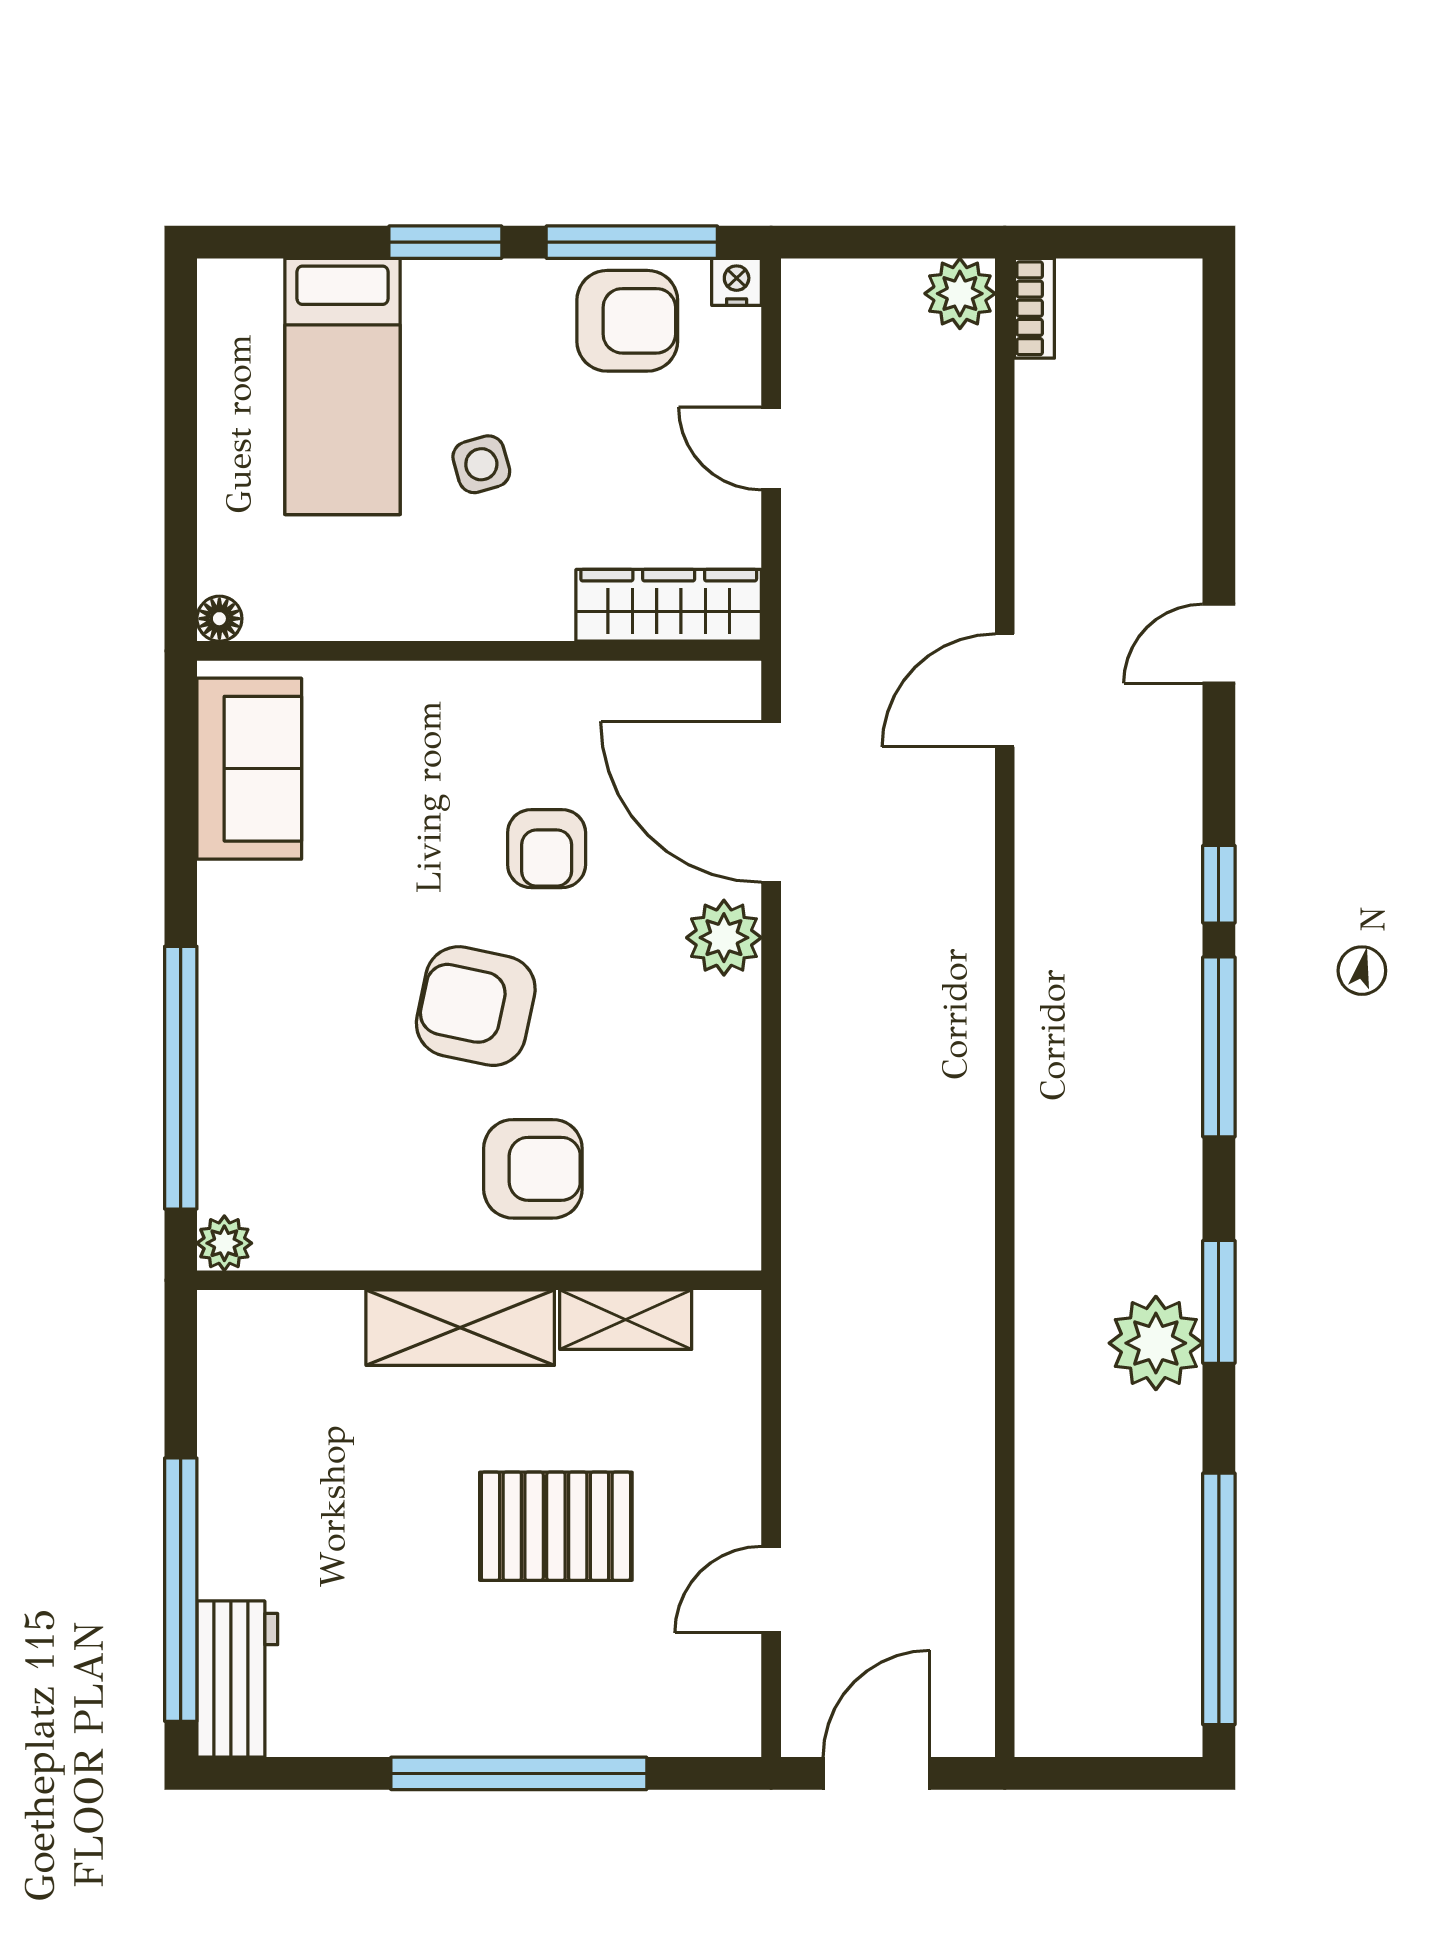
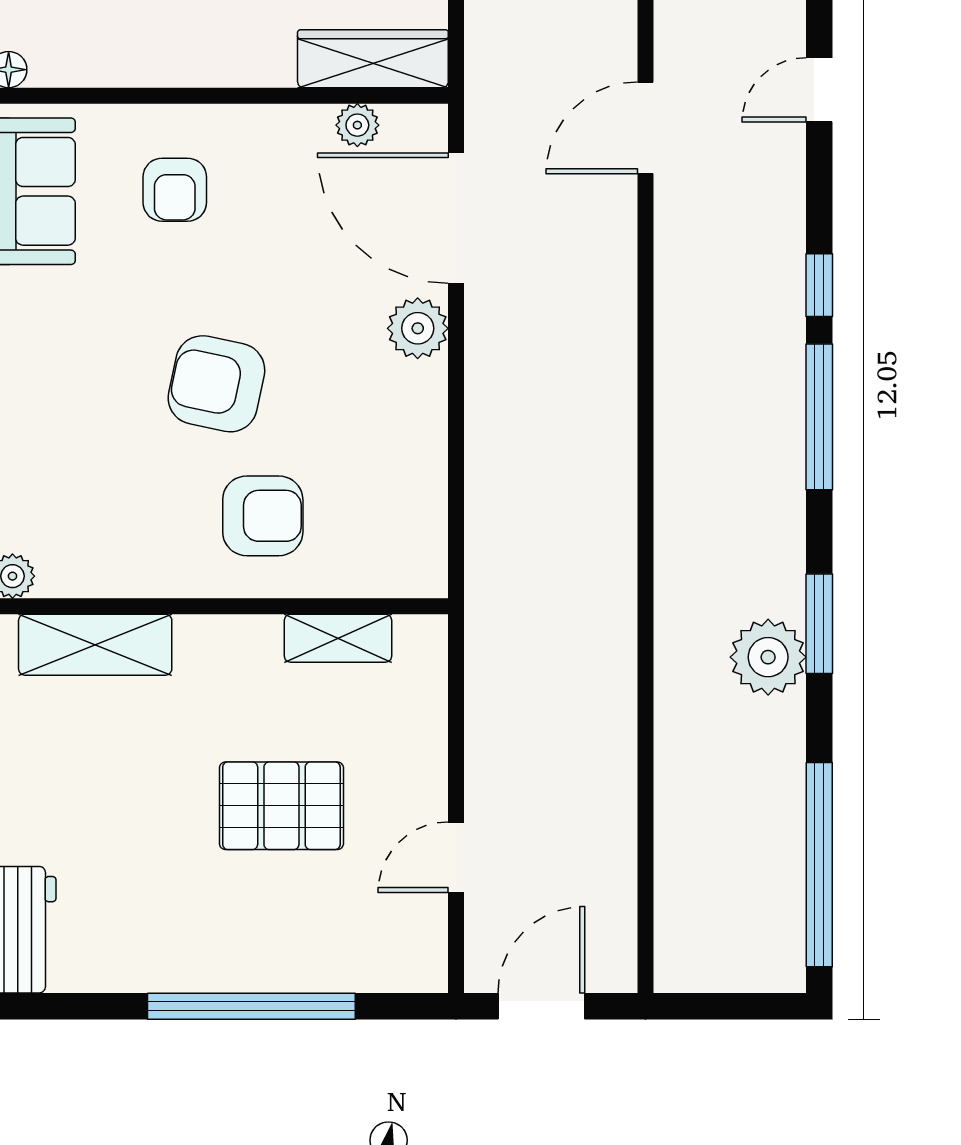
plant: (650, 687) -> (357, 125), added
armchair: (547, 849) -> (175, 190), moved
shelving: (460, 1328) -> (95, 645), moved

